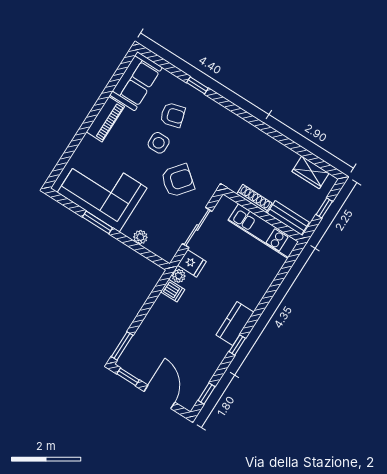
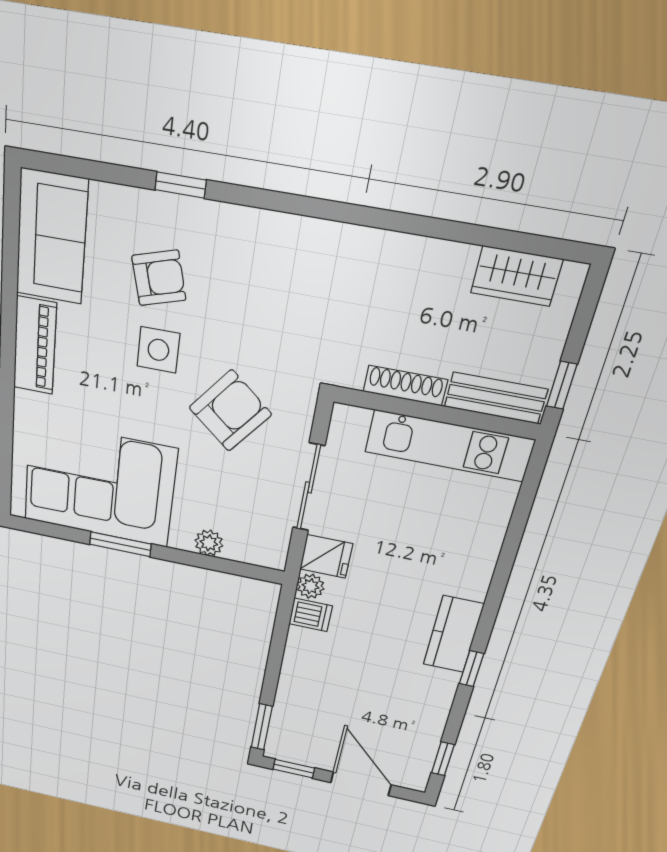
window: (324, 208) -> (562, 385), moved

